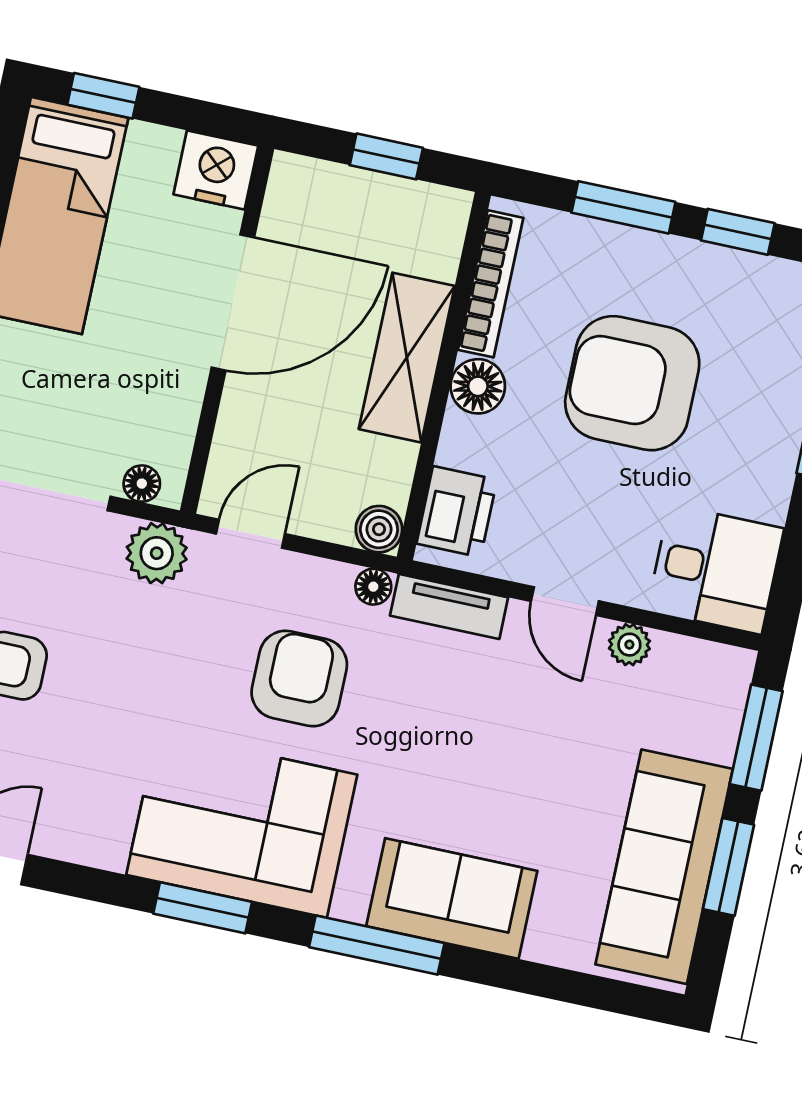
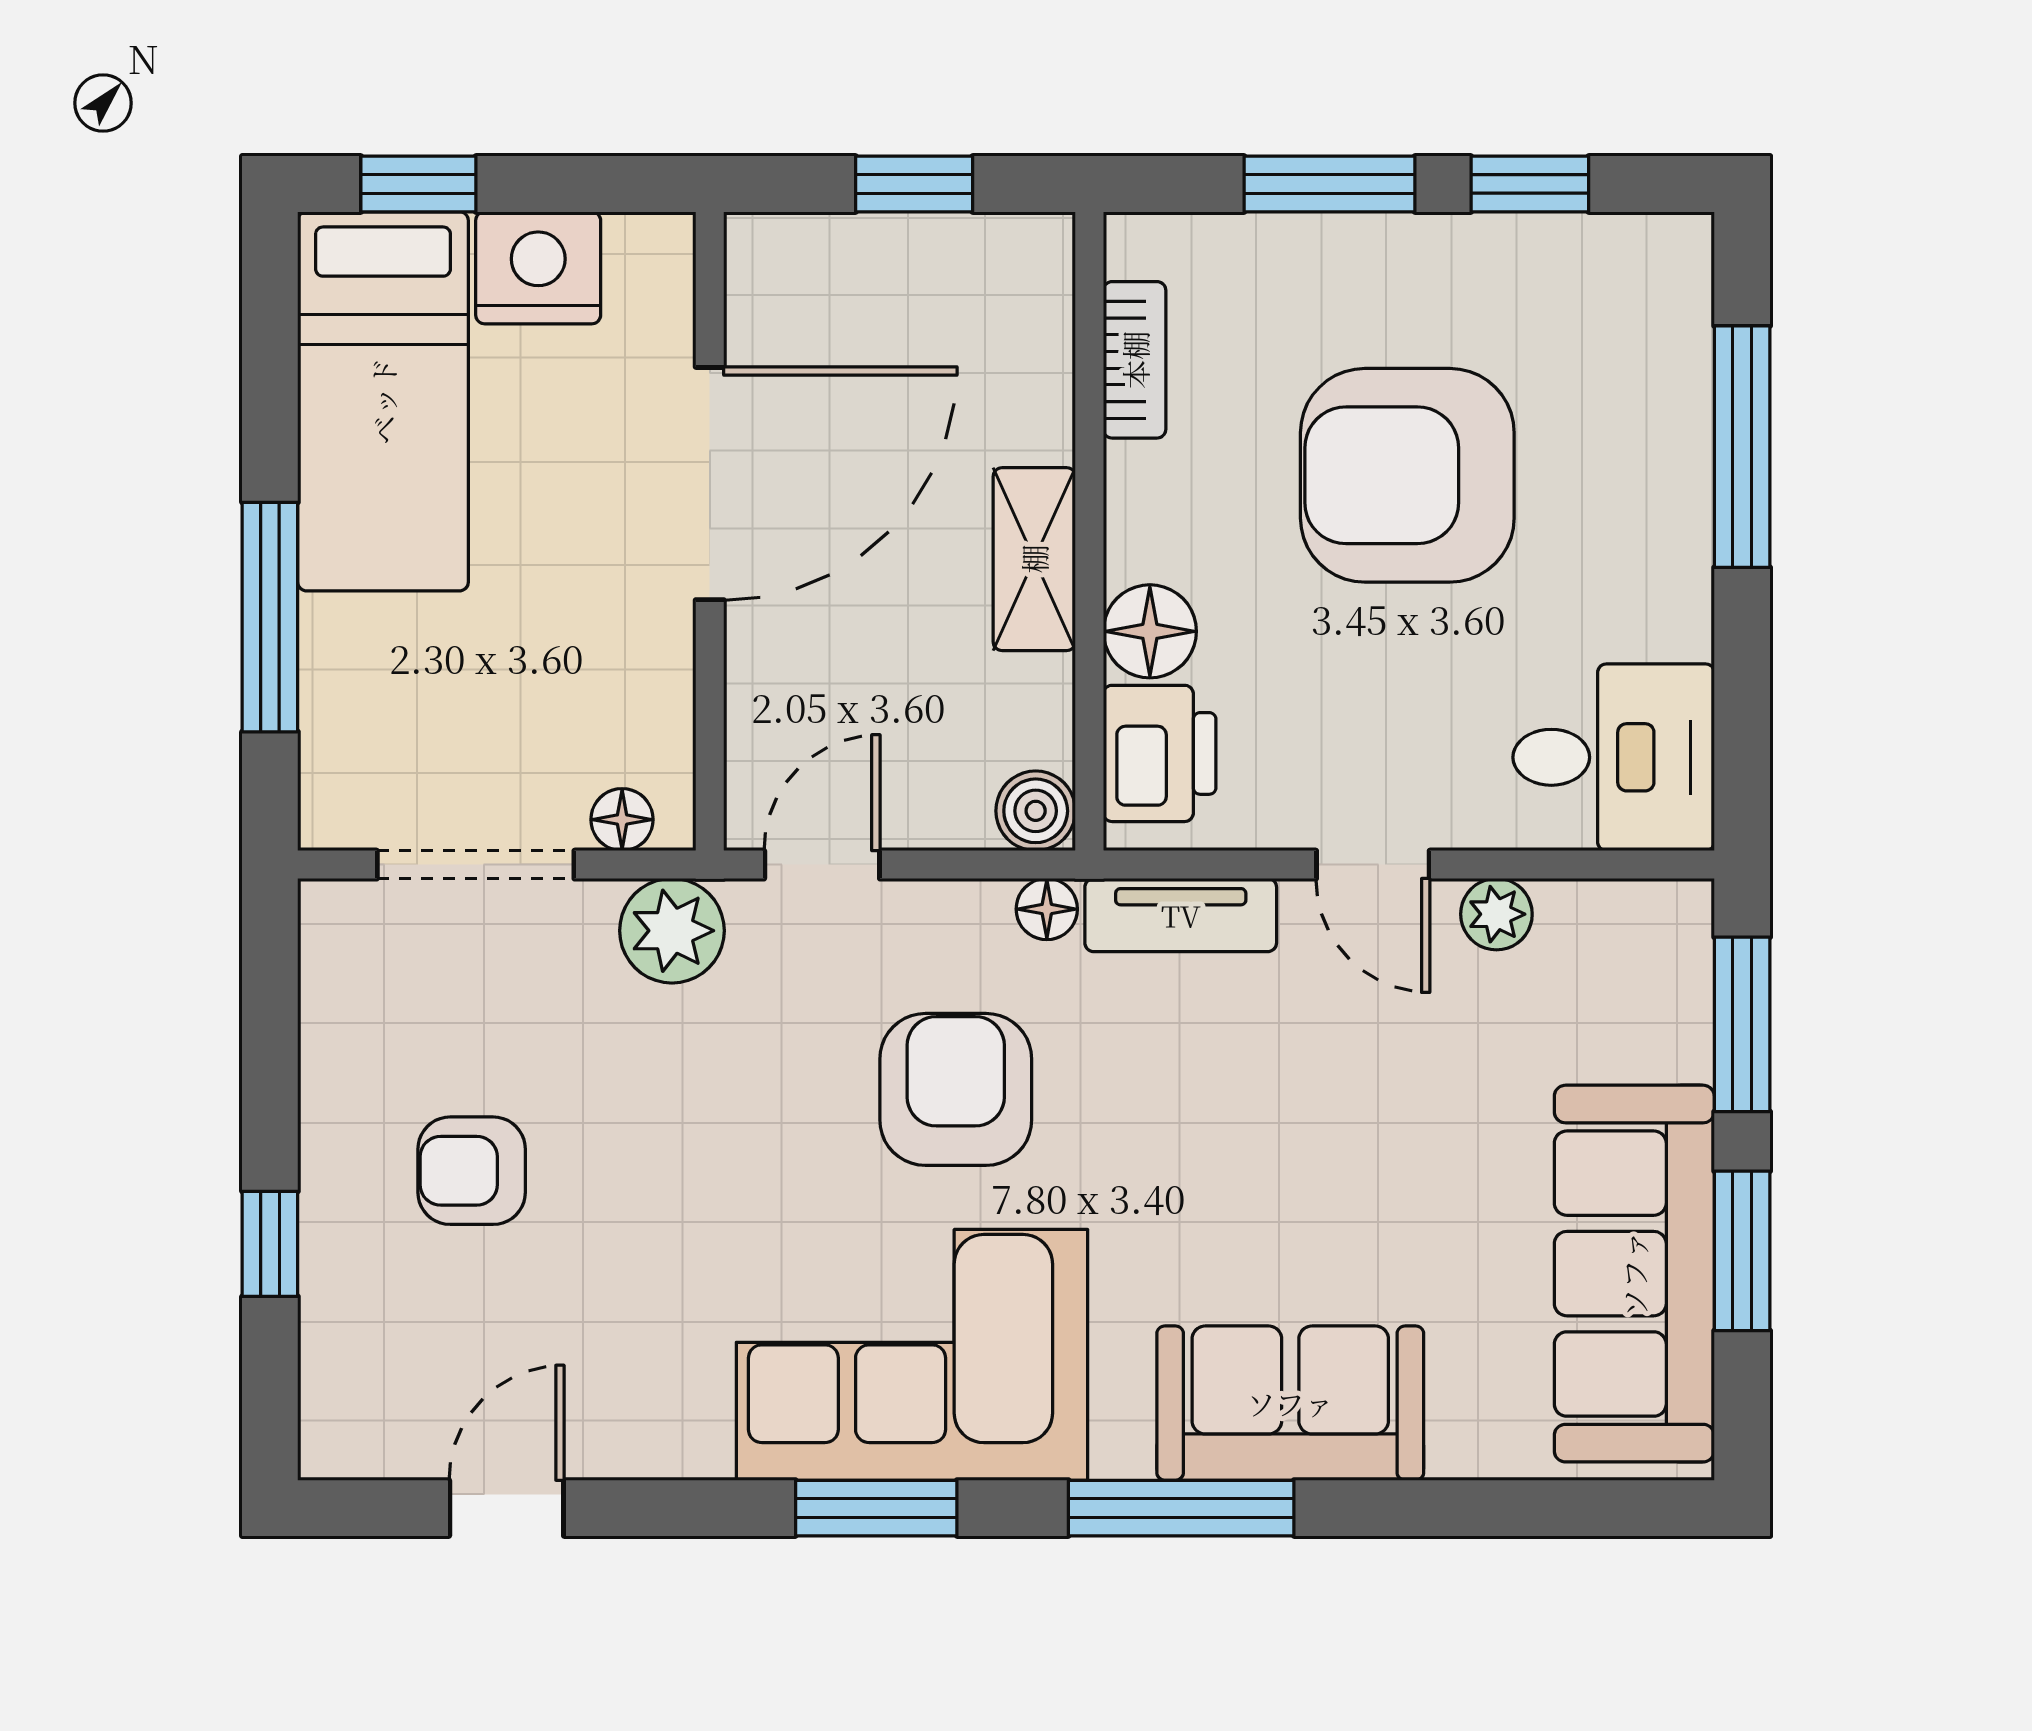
nightstand: (216, 170) -> (538, 268), moved
bookcase: (491, 284) -> (1135, 360), width x0.64
shelving: (407, 358) -> (1034, 559), width x0.67, depth x0.75
floor lamp: (478, 386) -> (1150, 631), moved

